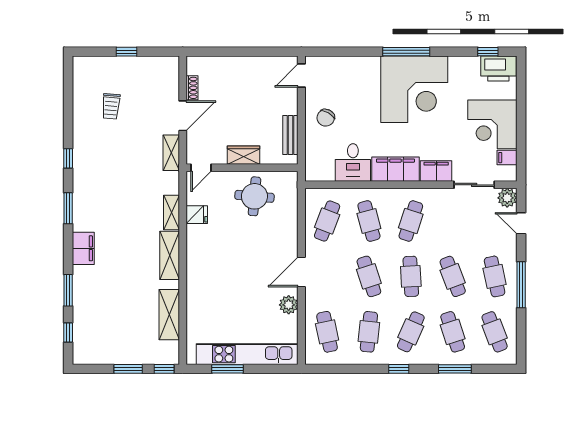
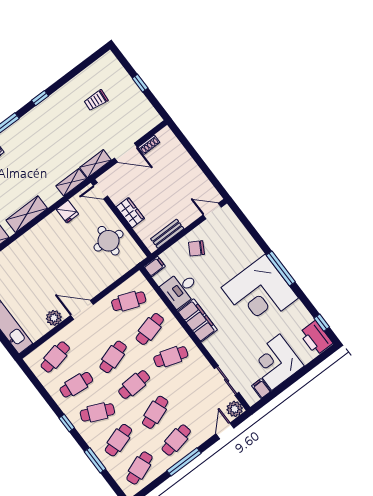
filing cabinet: (436, 171) -> (155, 266), moved, width x0.50
shelving: (171, 212) -> (71, 182), moved

